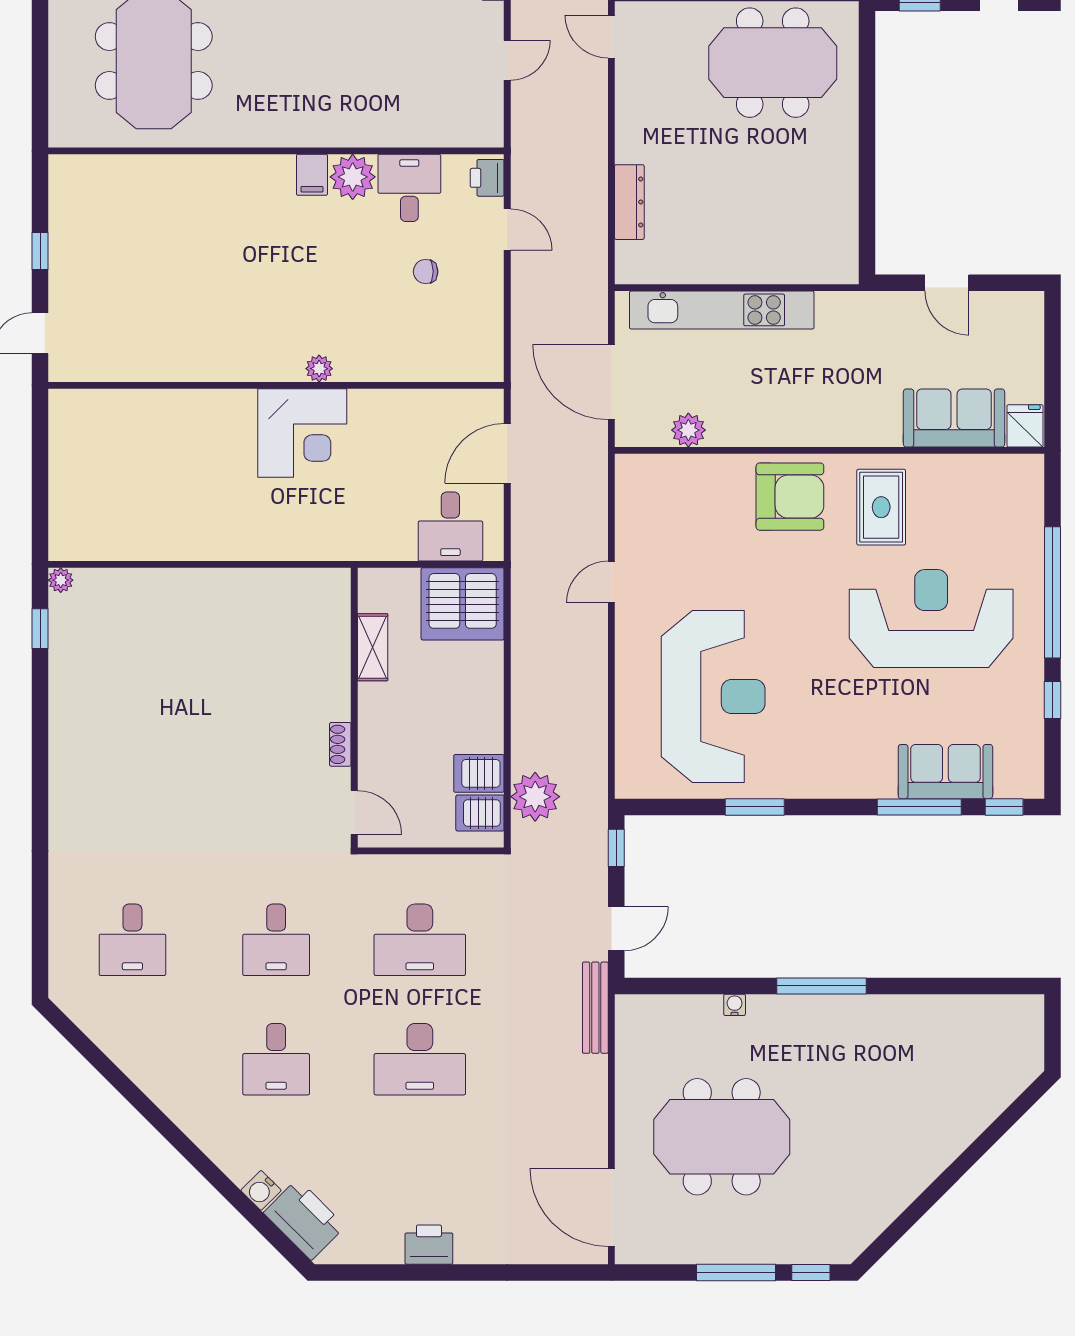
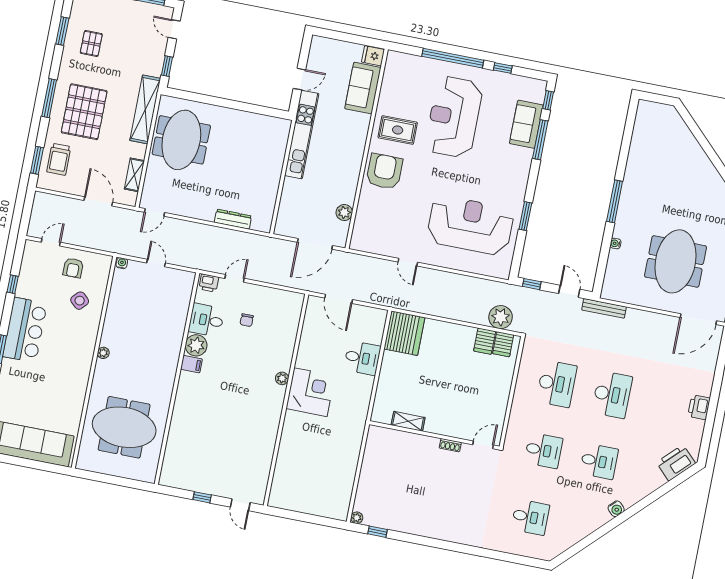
kitchen unit: (722, 310) -> (302, 135), moved
desk: (450, 526) -> (362, 358), moved
shelving: (373, 647) -> (408, 421), moved
wall: (354, 708) -> (434, 435), moved
shoe rack: (340, 744) -> (450, 445), moved
door: (354, 813) -> (483, 445), moved
water cooler: (261, 1190) -> (616, 509), moved

